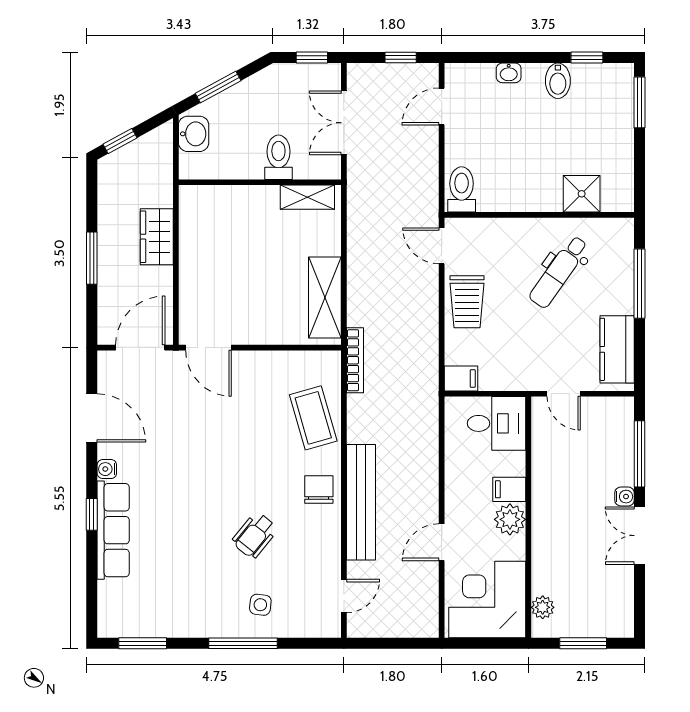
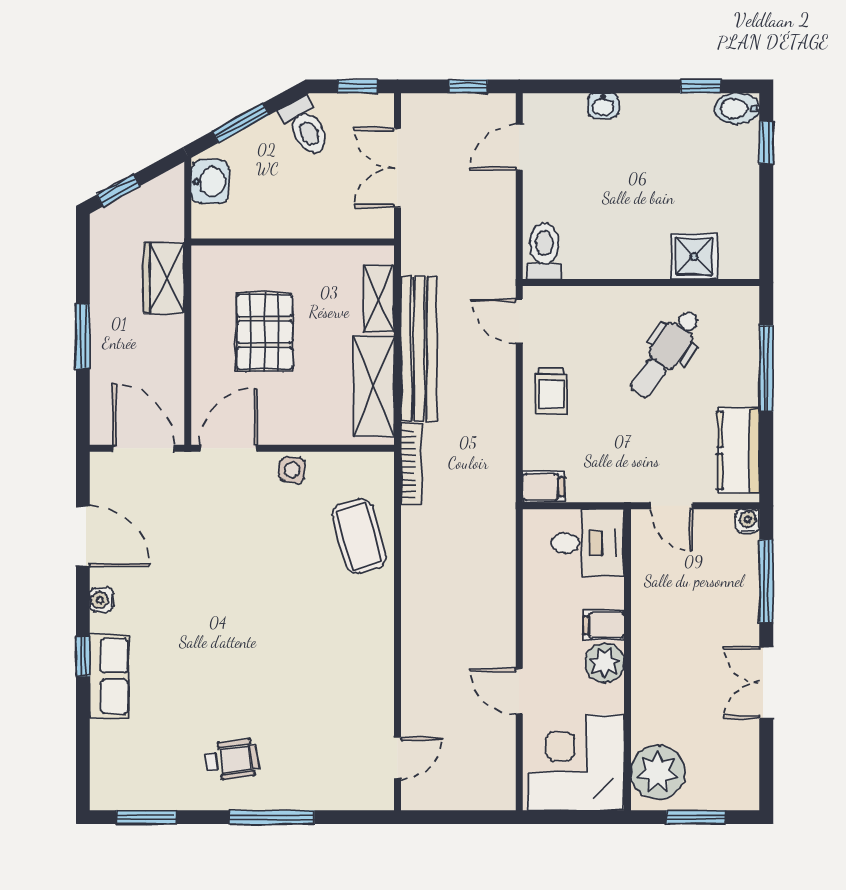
bidet: (558, 81) -> (737, 108), moved, turned 90
window: (639, 102) -> (766, 142), width x0.67
toilet: (278, 157) -> (305, 127), moved, turned 151
shelving: (307, 197) -> (379, 299), moved, turned 90
wardrobe: (157, 237) -> (164, 278), moved
pallet: (237, 254) -> (265, 332), added
trolley: (467, 302) -> (551, 391), width x0.73, depth x0.72
door: (140, 348) -> (143, 448), hinge flipped
door: (208, 348) -> (228, 448), swing flipped
chair: (319, 490) -> (366, 625), removed
water cooler: (625, 497) -> (748, 521), moved, turned -90
bench: (361, 502) -> (419, 348), moved
row of seats: (113, 530) -> (109, 676), width x0.68
wheelchair: (255, 535) -> (232, 759), moved, turned -136
door: (442, 542) -> (519, 691), hinge flipped
side table: (260, 605) -> (292, 470), moved
plant: (543, 607) -> (658, 772), width x1.87, depth x1.87

